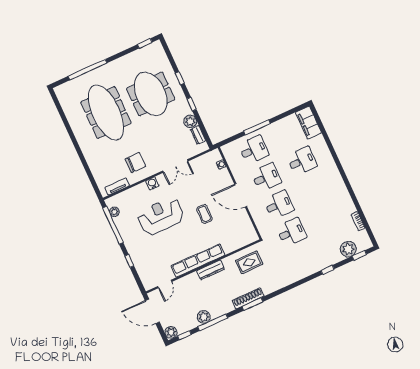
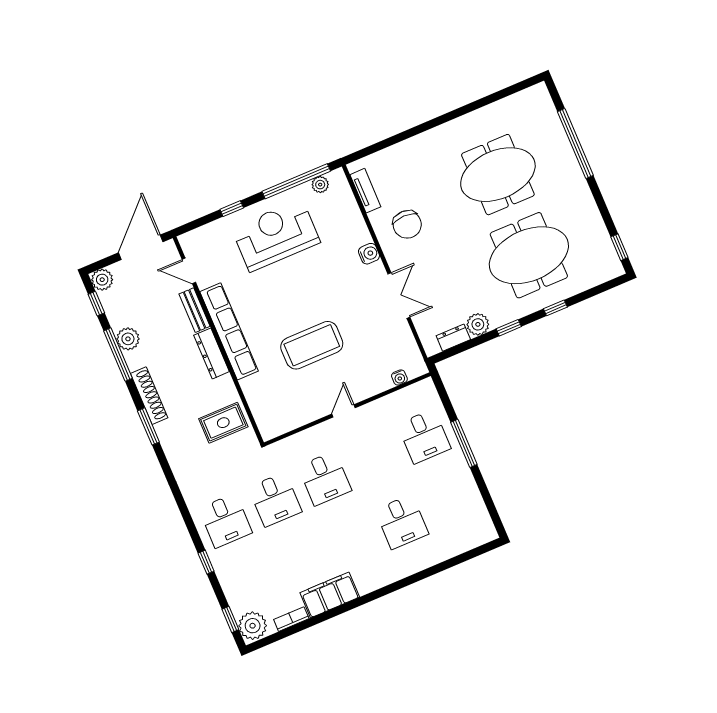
meeting table: (106, 113) -> (498, 175), width x0.73
filing cabinet: (308, 123) -> (330, 595), moved
double door: (175, 166) -> (399, 296), swing flipped
desk: (266, 177) -> (225, 521), moved
door: (241, 195) -> (343, 411), width x0.53
coffee table: (204, 214) -> (312, 345), width x1.86, depth x1.72
reception desk: (161, 216) -> (276, 235), moved, turned -90
plant: (348, 249) -> (253, 626), moved
rug: (249, 262) -> (223, 423), turned 90
bench: (187, 280) -> (195, 310), added
shoe rack: (248, 298) -> (149, 396), moved

